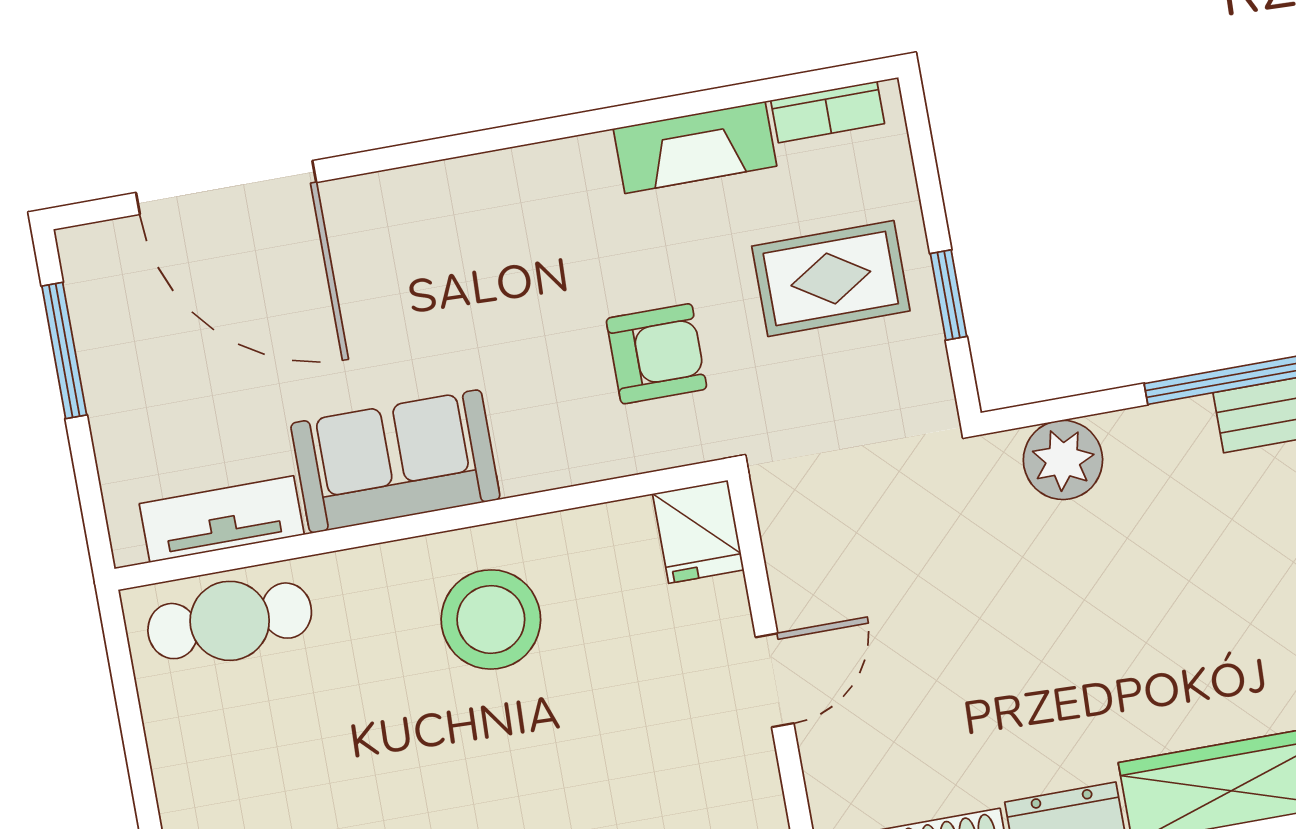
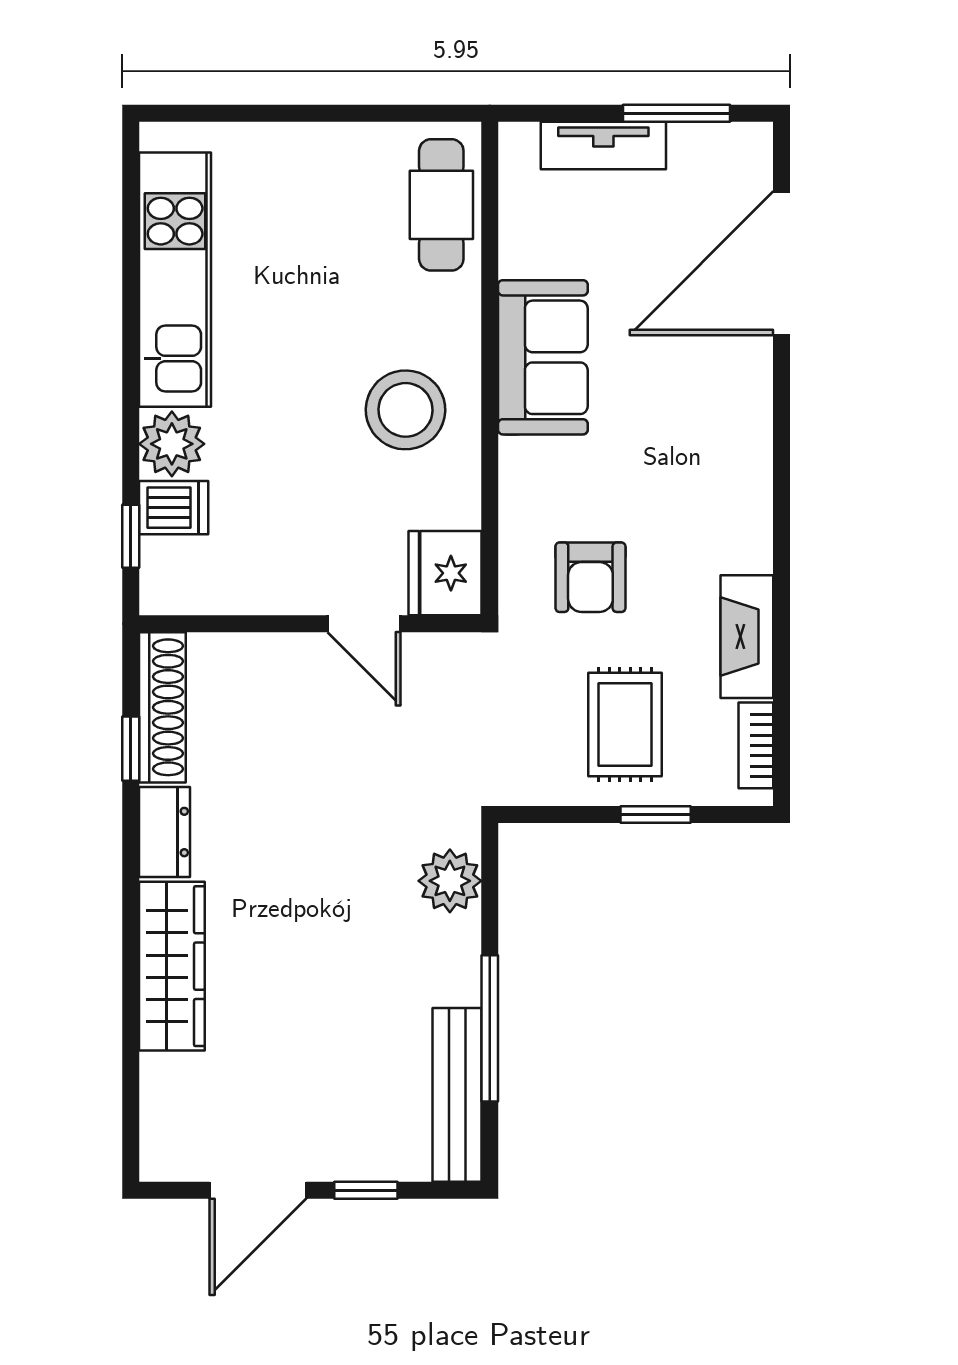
window: (949, 295) -> (656, 814), moved
tv unit: (222, 519) -> (603, 146), moved, turned 90
fridge: (698, 532) -> (445, 573), width x1.38
door: (775, 680) -> (364, 624), moved

